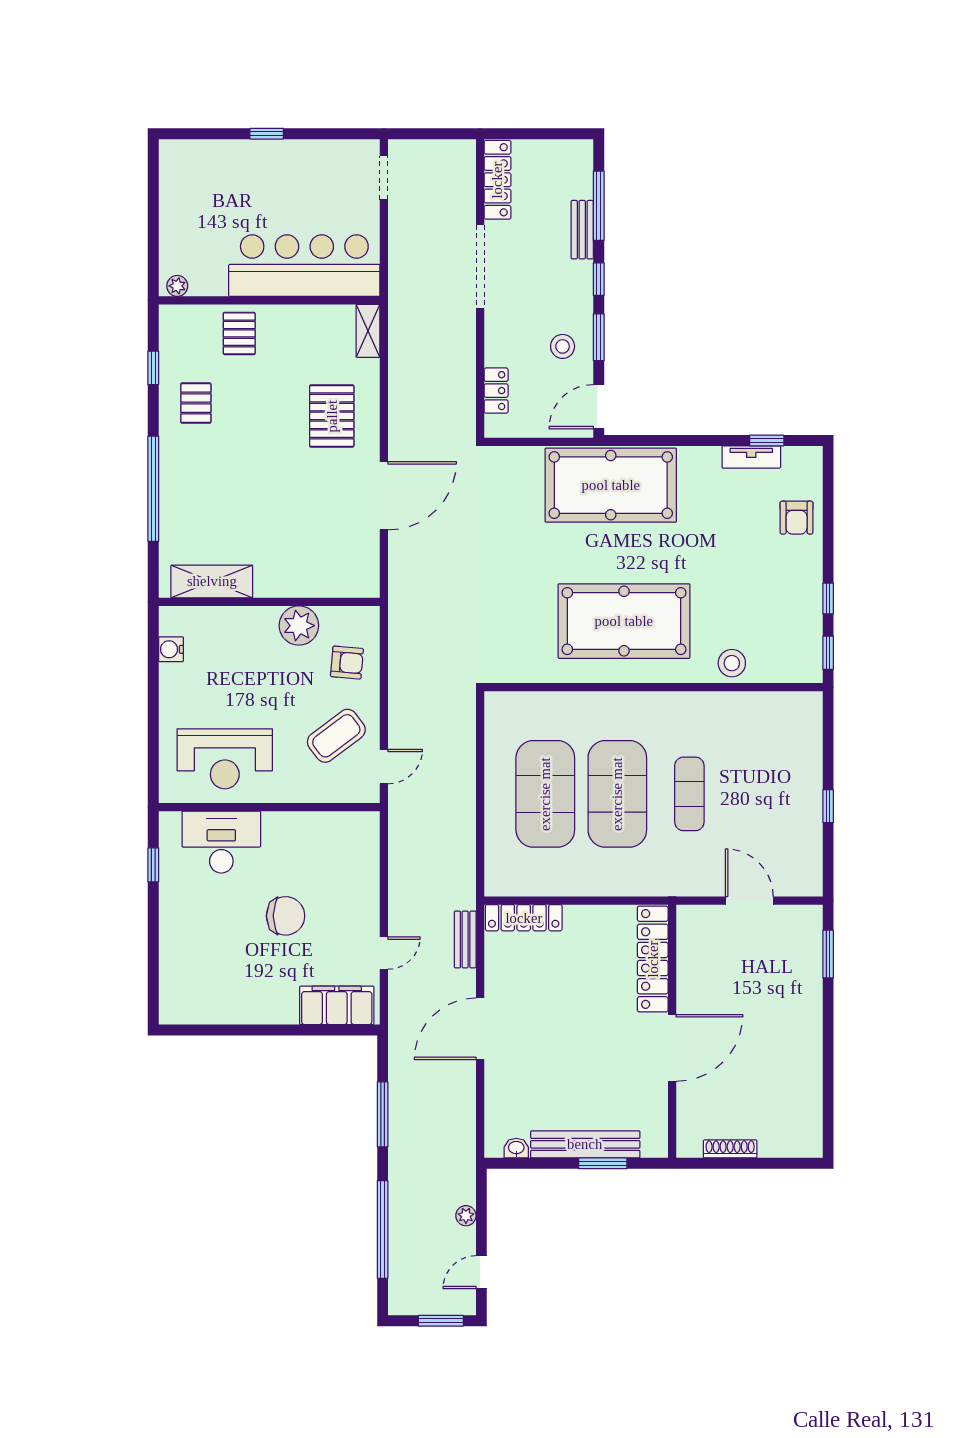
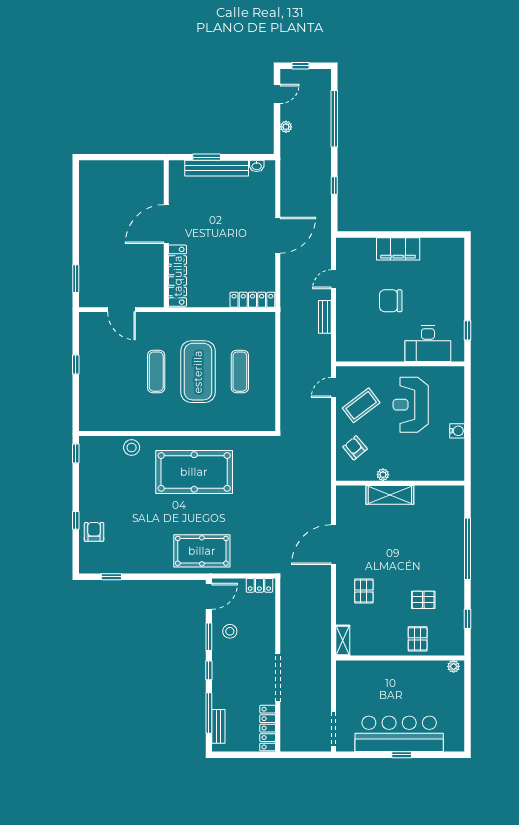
doorway: (384, 178) -> (334, 729), width x1.38
bench: (582, 230) -> (218, 726), moved
bar counter: (304, 266) -> (399, 734), moved, turned 180
locker: (496, 391) -> (259, 585), moved, turned -90
pallet: (196, 403) -> (423, 600), moved, turned 90
pallet: (332, 416) -> (364, 591), width x0.67, depth x0.71
tv unit: (751, 457) -> (120, 567), removed
pool table: (611, 485) -> (202, 551), width x0.73, depth x0.76
shelving: (212, 581) -> (390, 495), moved
window: (828, 599) -> (76, 520), moved
plant: (299, 626) -> (383, 475), width x0.53, depth x0.53
water cooler: (171, 649) -> (457, 431), moved
armchair: (347, 663) -> (355, 448), turned 45
reception desk: (225, 759) -> (411, 405), moved, turned -90
exercise mat: (545, 794) -> (240, 372), width x0.50, depth x0.69
bench: (465, 939) -> (325, 317), moved
filing cabinet: (337, 1005) -> (398, 249), moved
window: (383, 1114) -> (334, 186), width x0.46
shoe rack: (730, 1149) -> (133, 166), removed
window: (441, 1321) -> (301, 66), width x0.67

